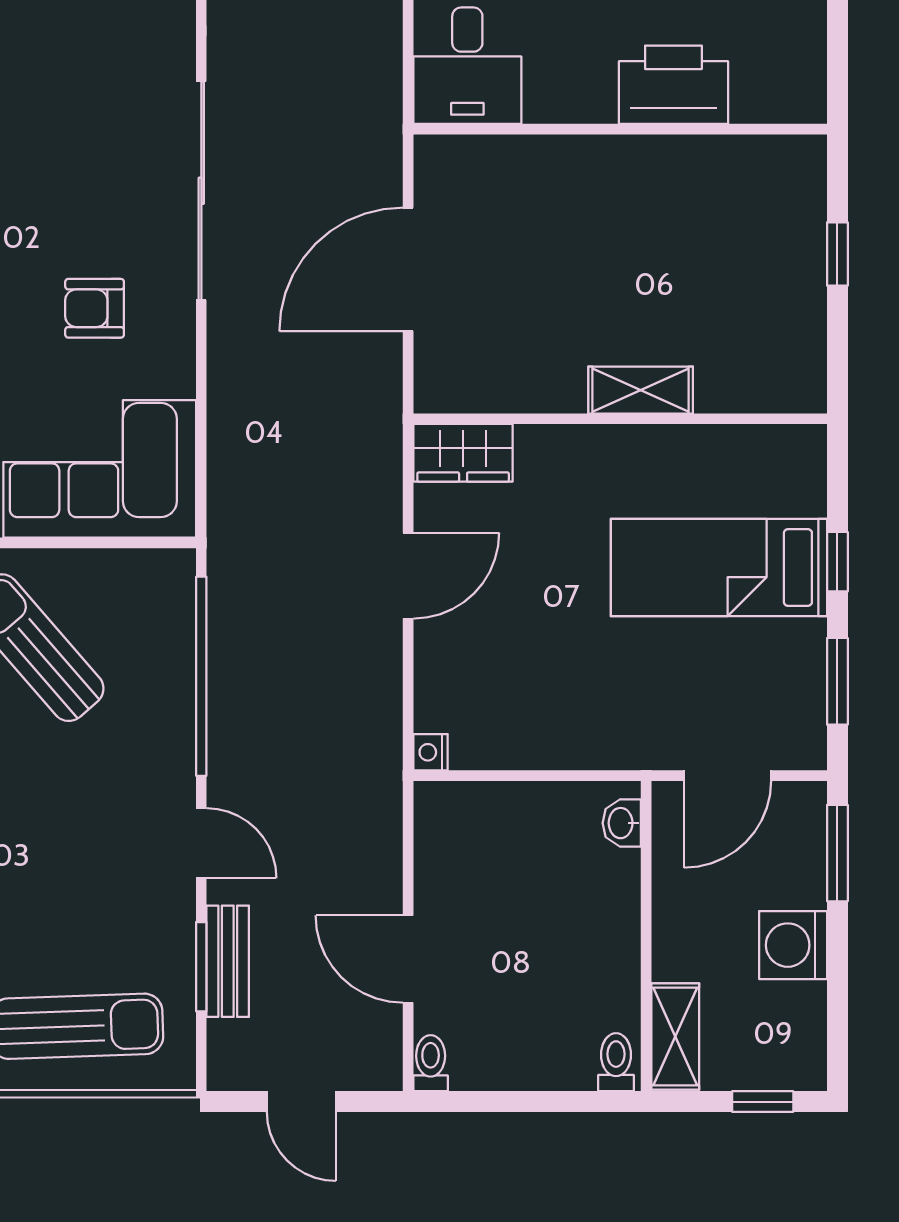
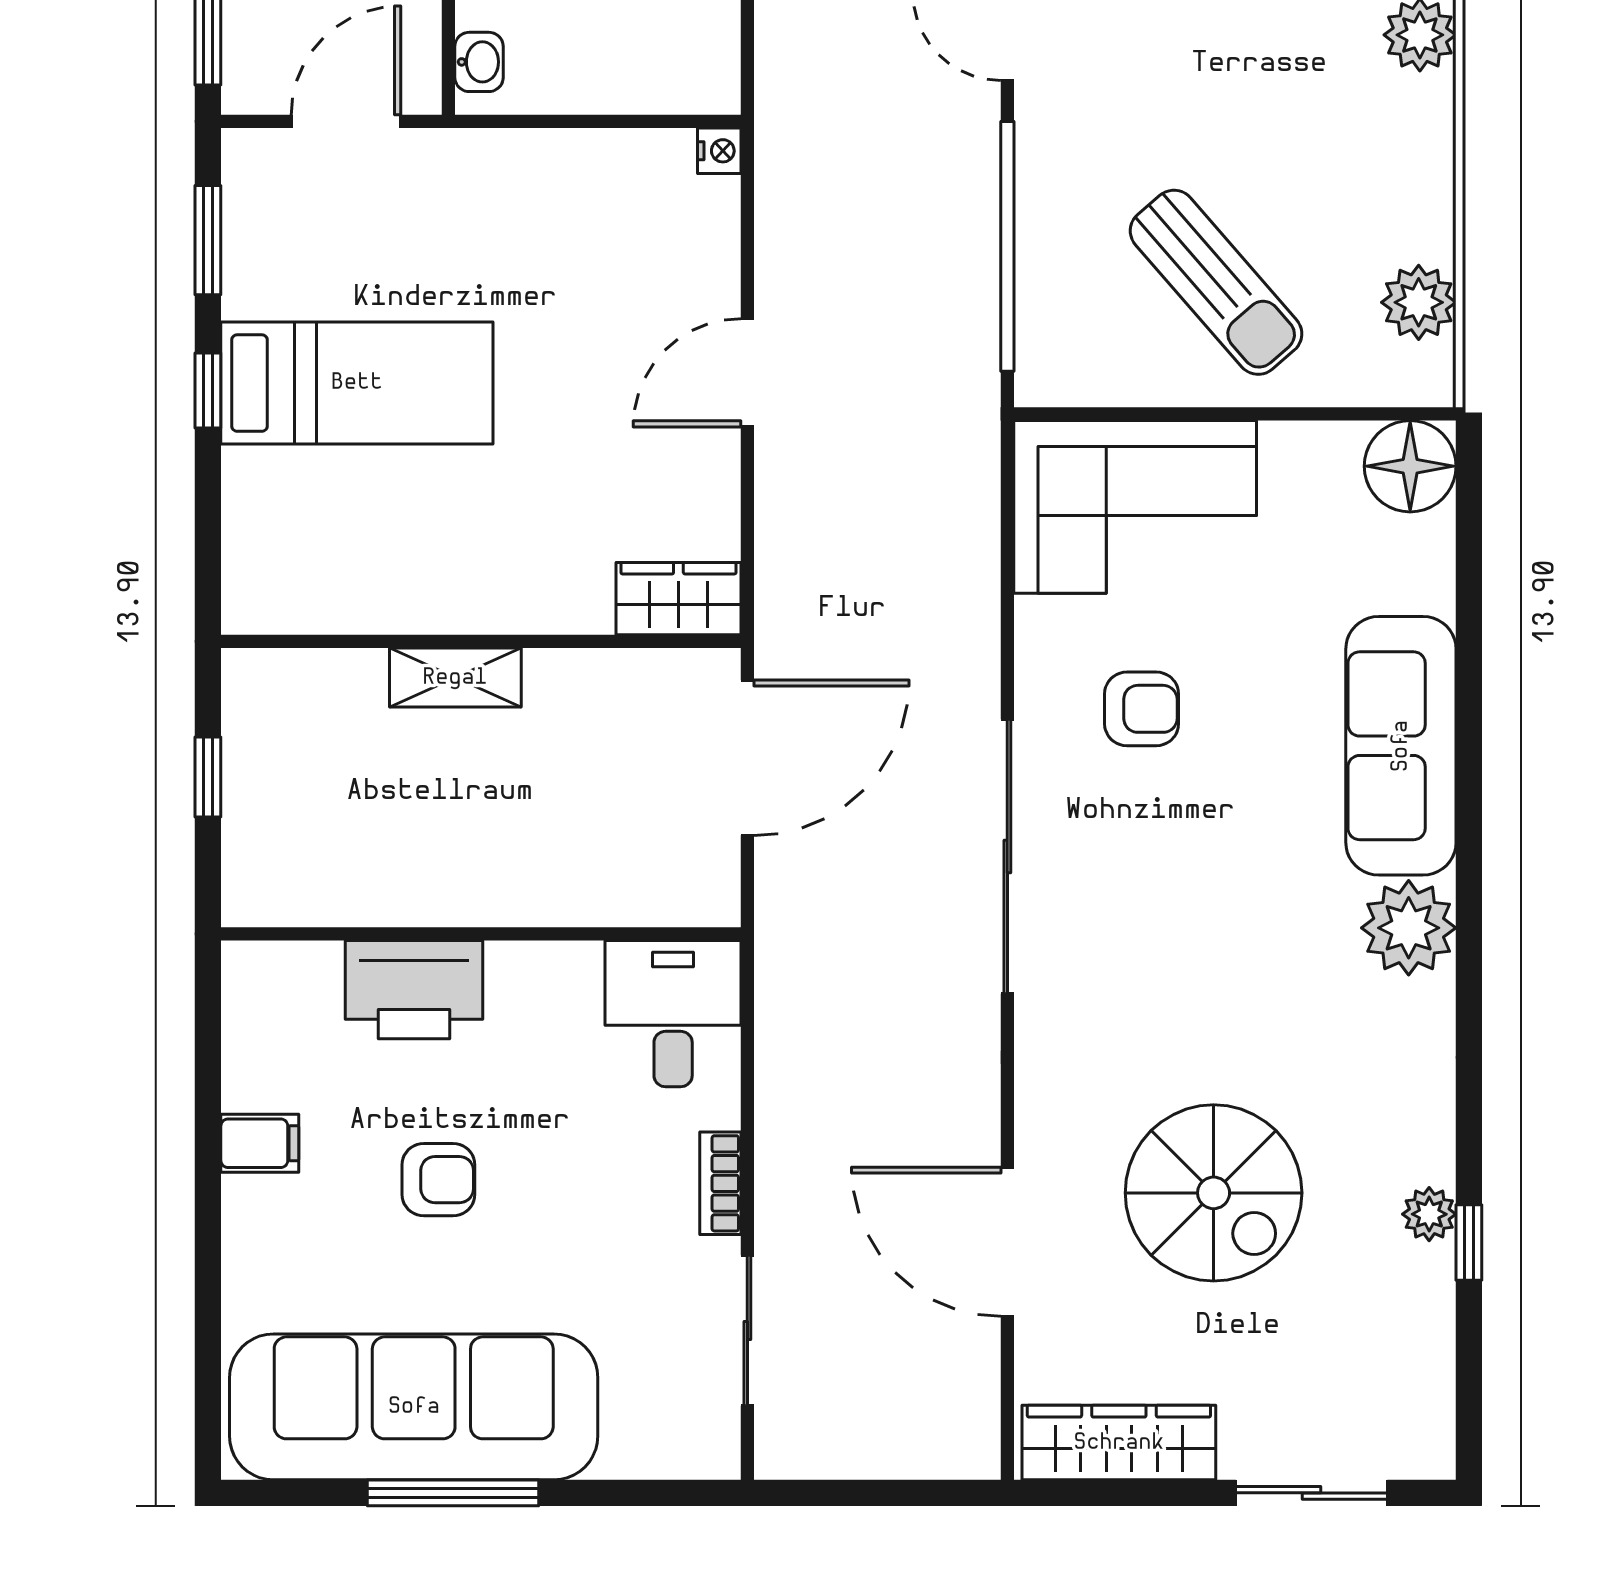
shelving: (641, 390) -> (455, 678), moved
wall: (620, 419) -> (481, 641), moved
wardrobe: (463, 453) -> (678, 599), moved

